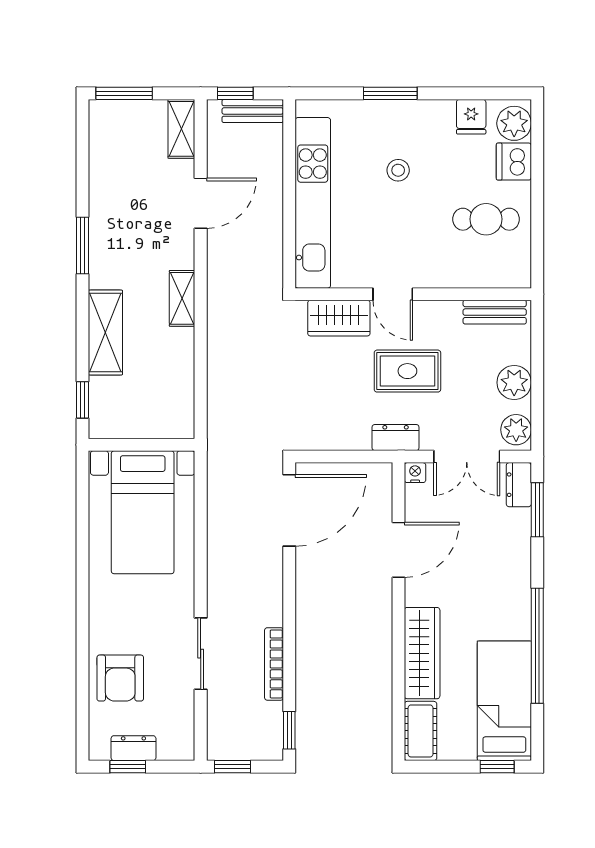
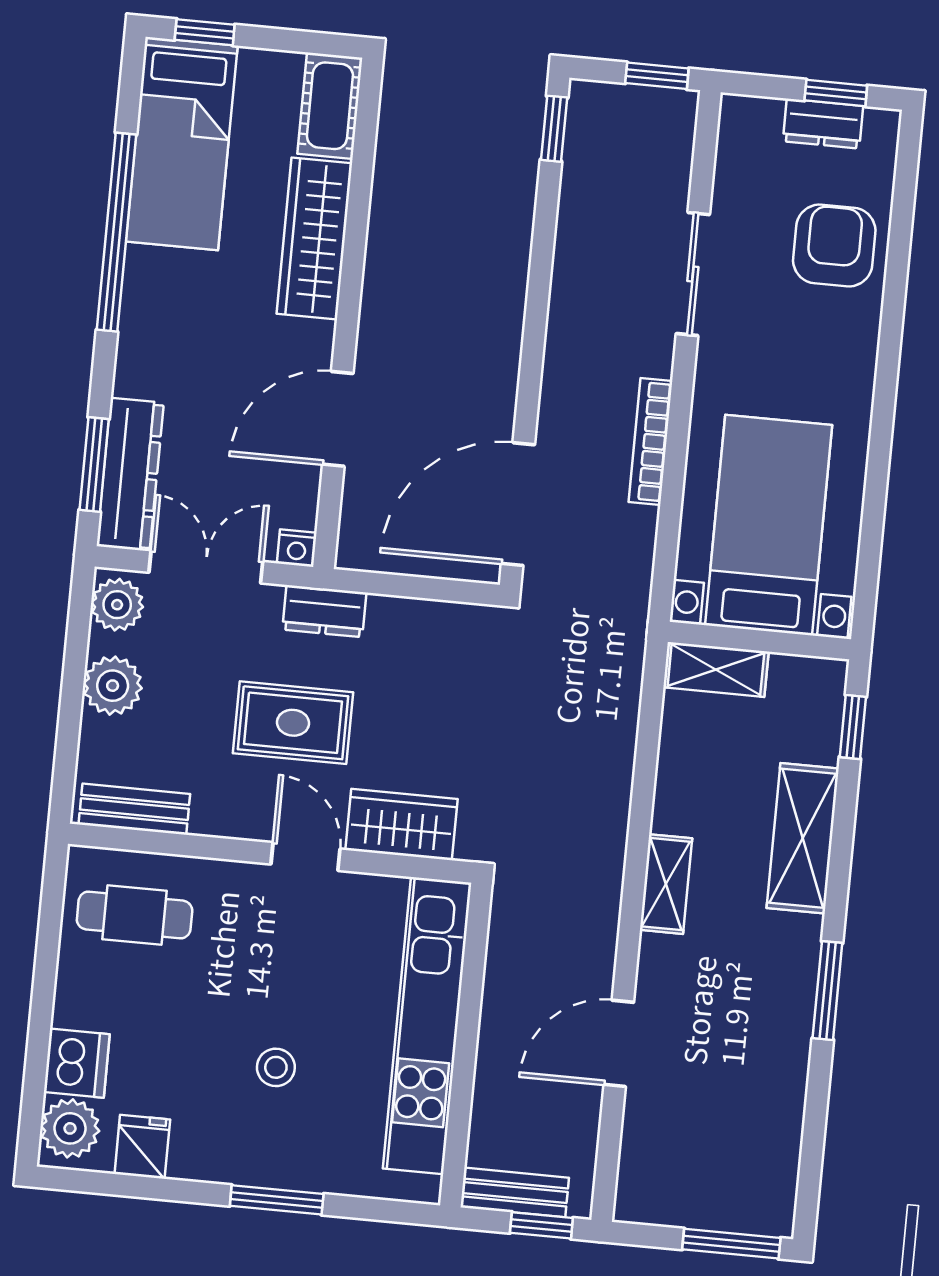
shelving: (181, 129) -> (716, 669), moved, turned 90
cafe table: (486, 219) -> (135, 915), moved
dresser: (519, 485) -> (130, 474), width x1.96, depth x1.24
bookcase: (274, 664) -> (650, 441), moved, turned 180

